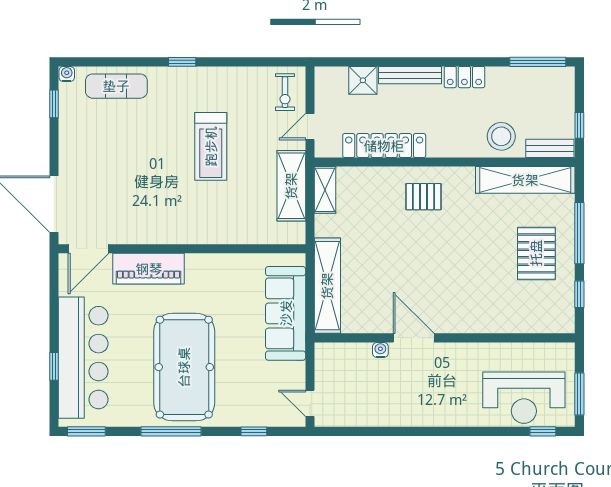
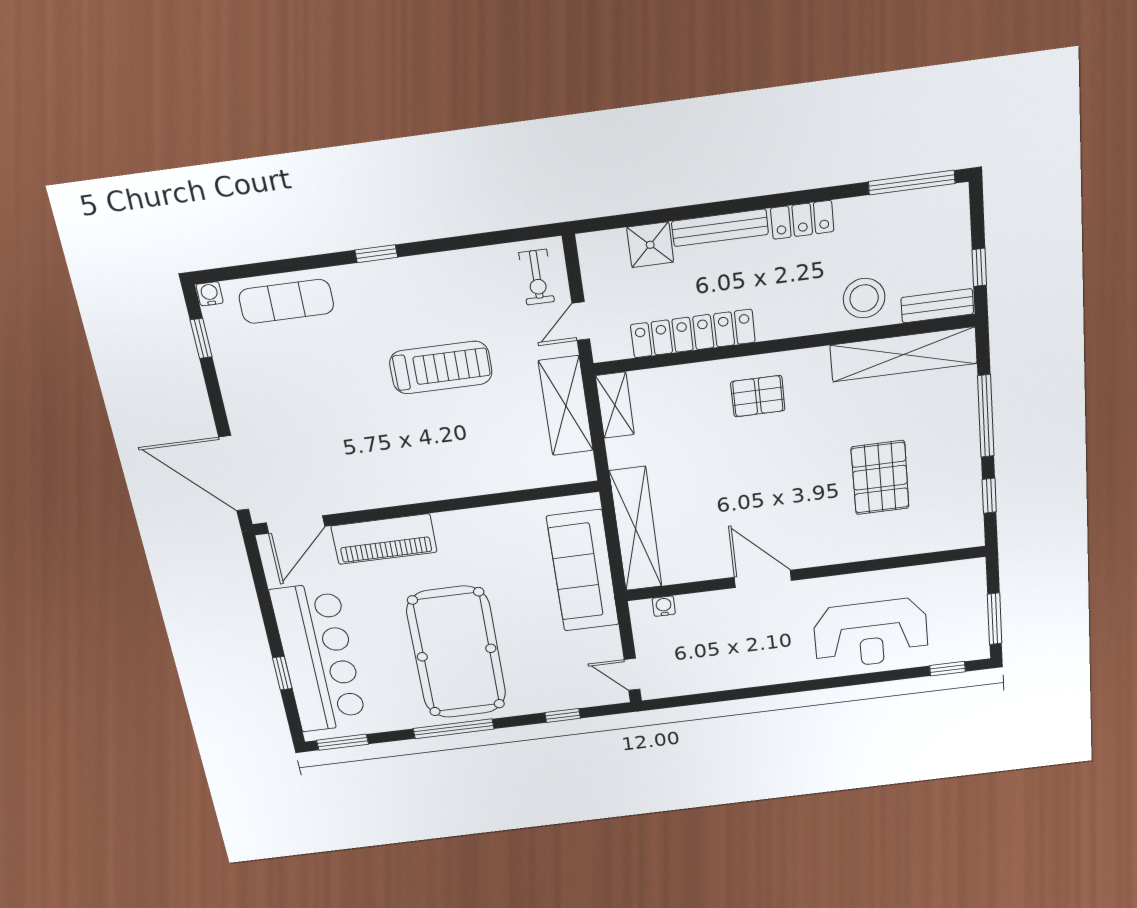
treadmill: (211, 146) -> (441, 368), turned -90
pallet: (536, 253) -> (880, 478), moved
water cooler: (380, 350) -> (664, 606), moved
reception desk: (524, 398) -> (871, 634), moved

